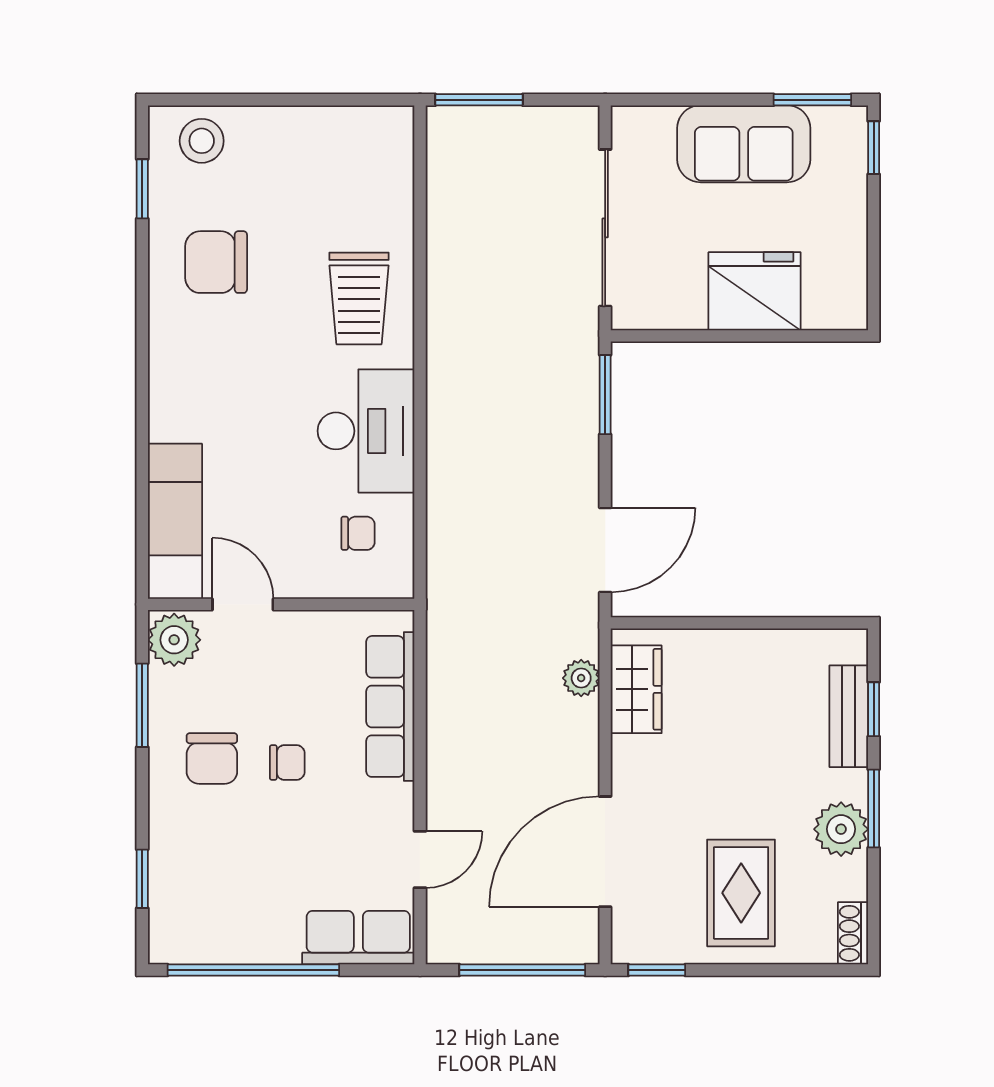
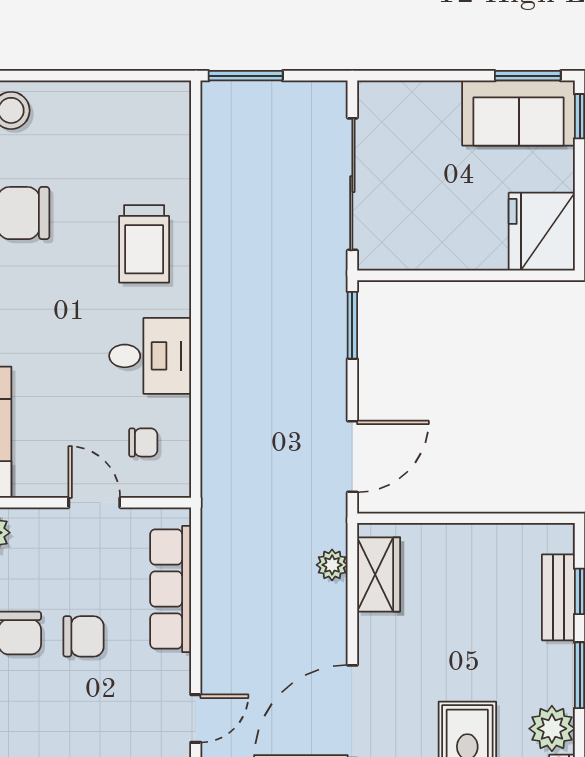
sofa: (744, 144) -> (519, 113), moved
fridge: (755, 291) -> (542, 232), moved, turned -90
desk: (366, 431) -> (150, 356), width x0.73
door: (243, 604) -> (94, 503), moved
chair: (287, 763) -> (83, 636), width x1.37, depth x1.37
plant: (841, 829) -> (552, 729), moved

